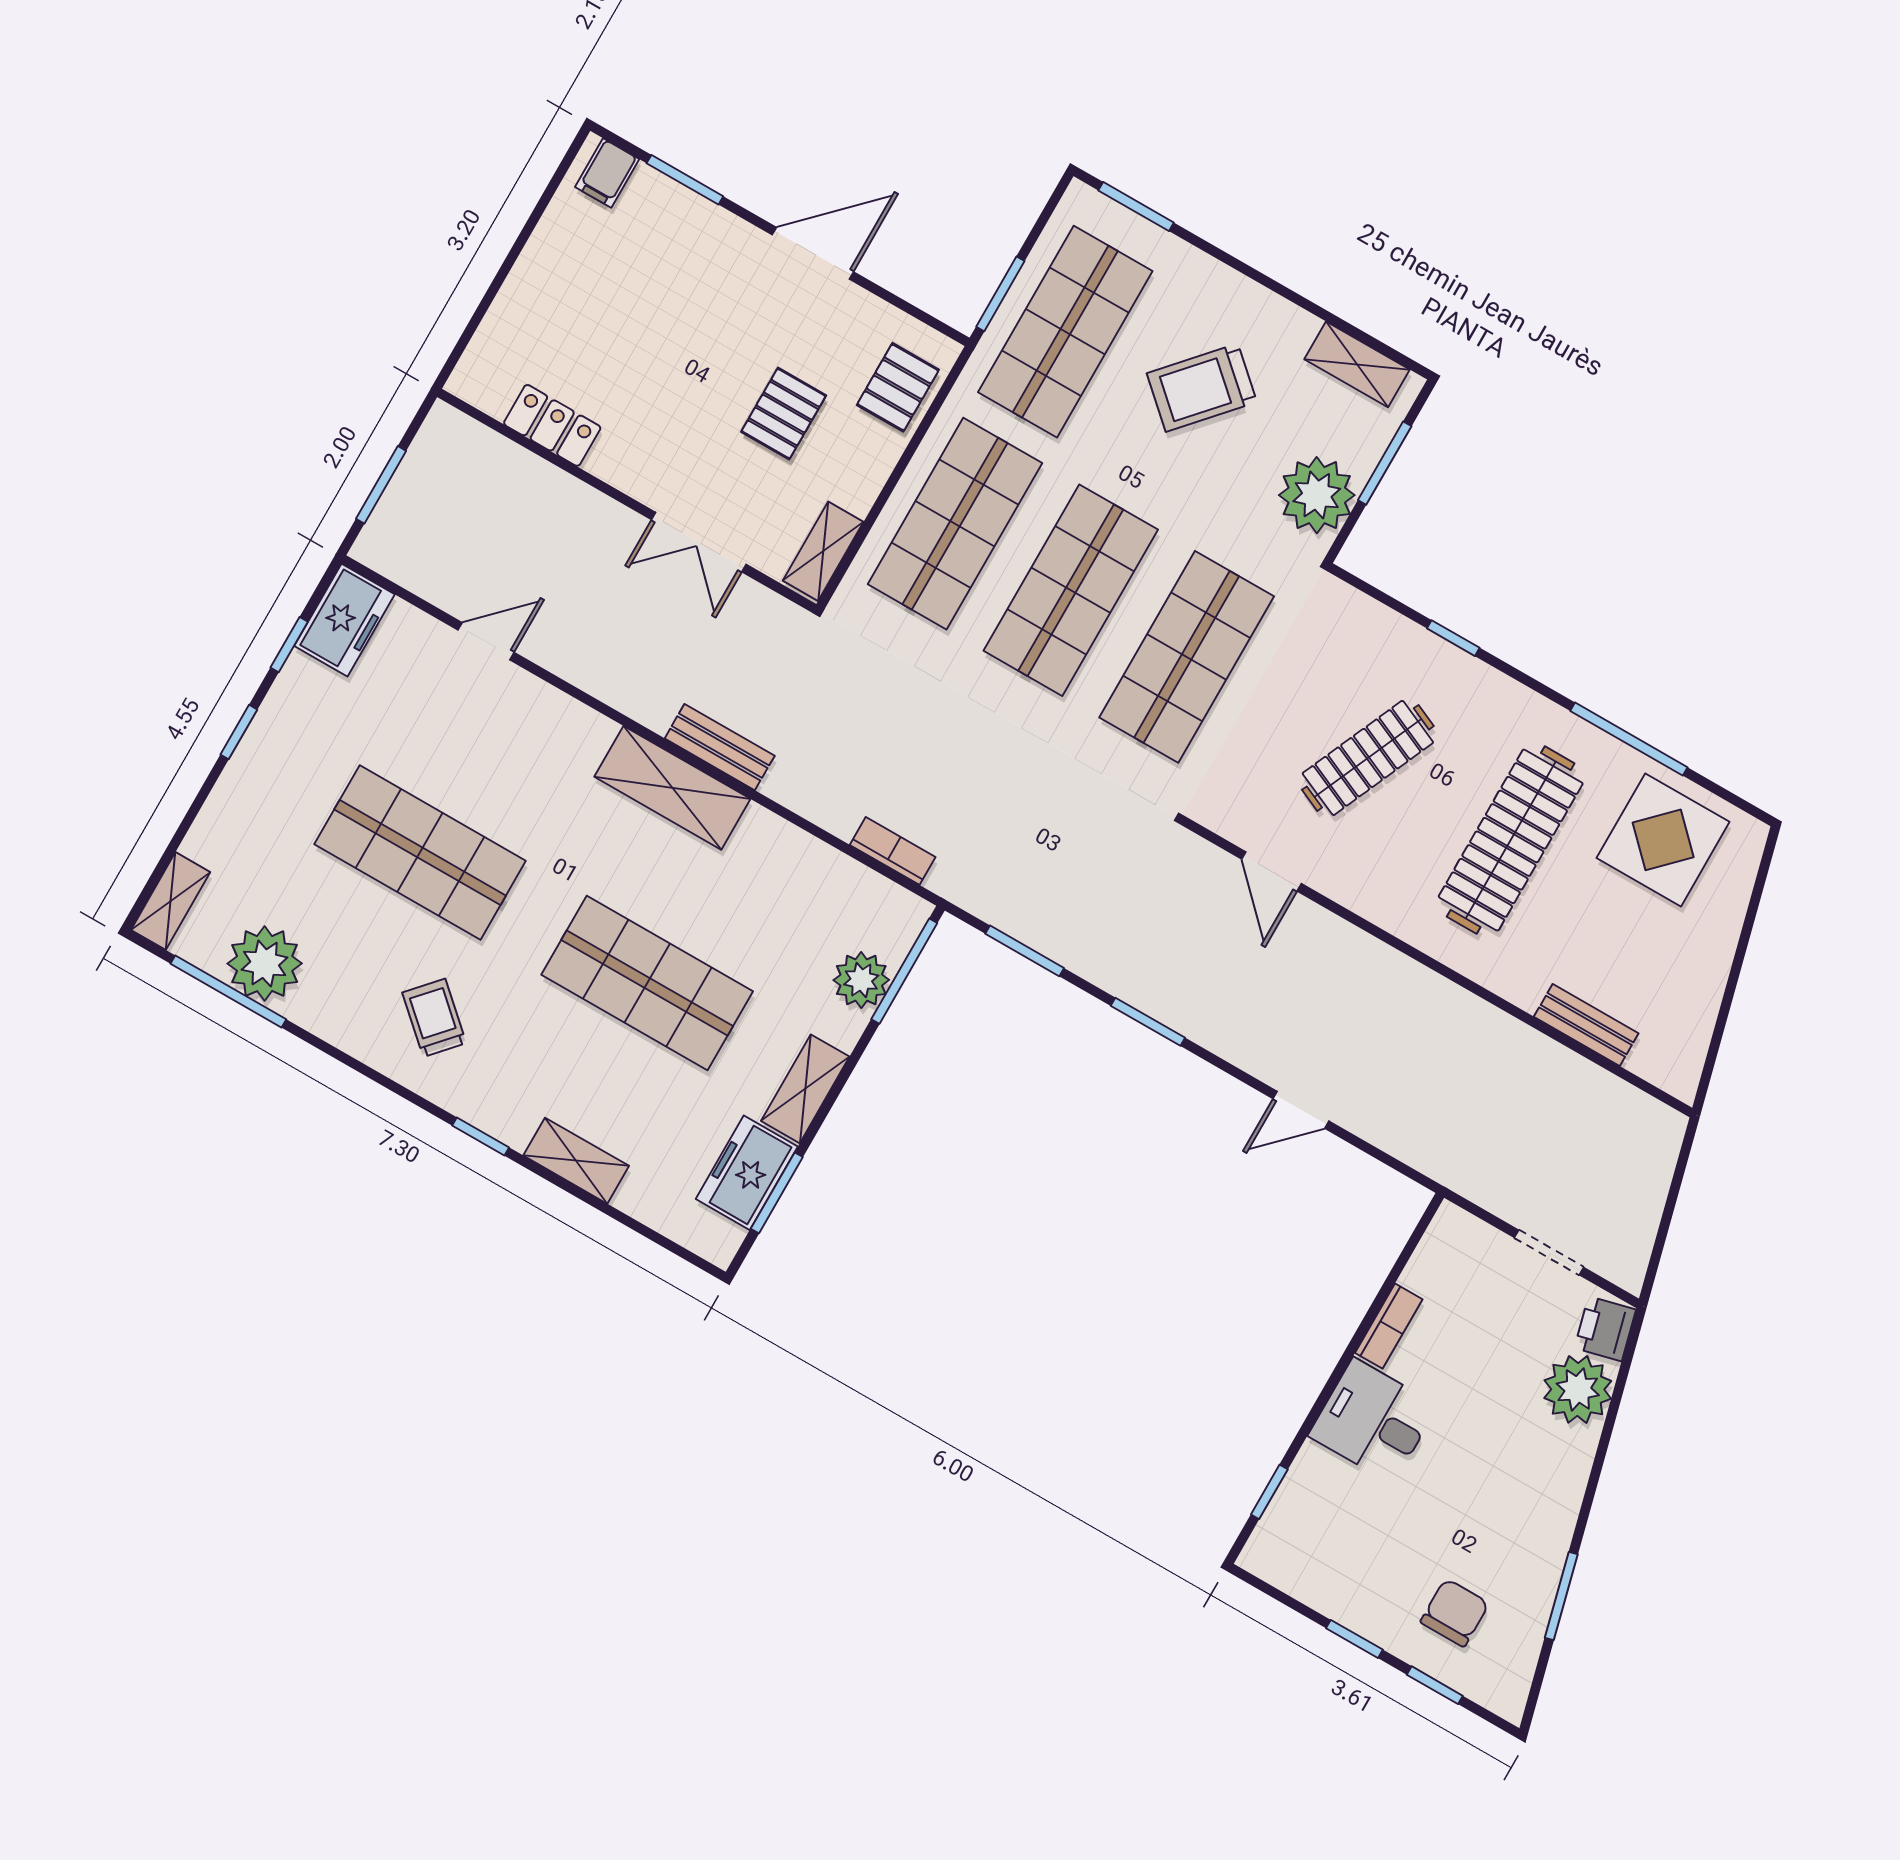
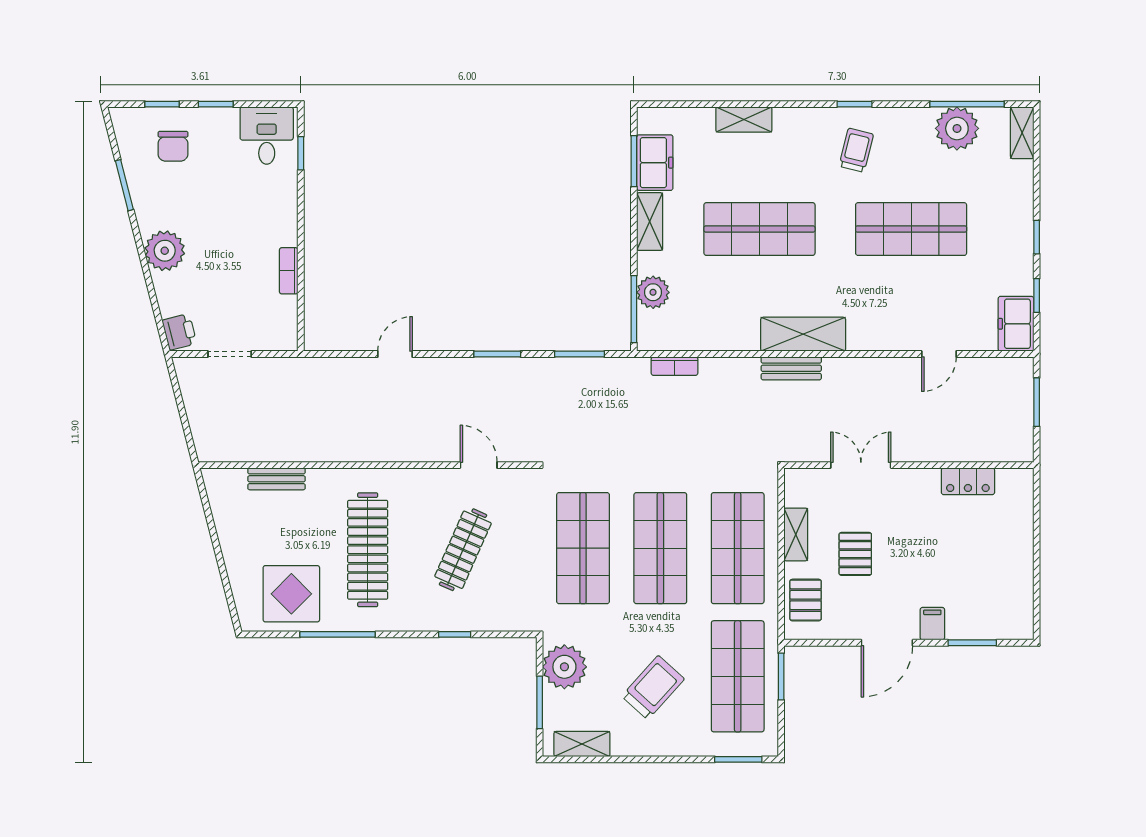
filing cabinet: (607, 173) -> (932, 624), moved
shelving: (823, 551) -> (796, 534), moved
trolley: (434, 1018) -> (856, 150), turned -118
window: (481, 1136) -> (855, 104), moved
plant: (1578, 1389) -> (165, 251), moved
desk: (1373, 1421) -> (267, 136), moved, turned -90

